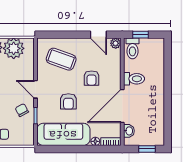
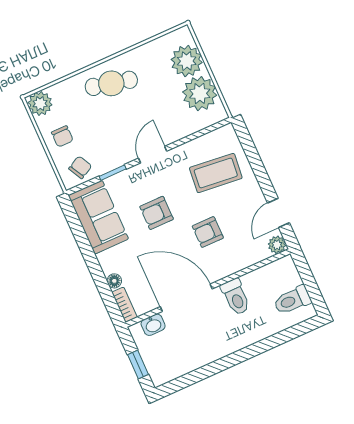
window: (140, 35) -> (307, 277), removed
toilet: (132, 48) -> (292, 300), moved
coffee table: (61, 59) -> (216, 173), turned 76
chair: (22, 110) -> (80, 167), moved
sofa: (63, 134) -> (98, 217), width x0.73

